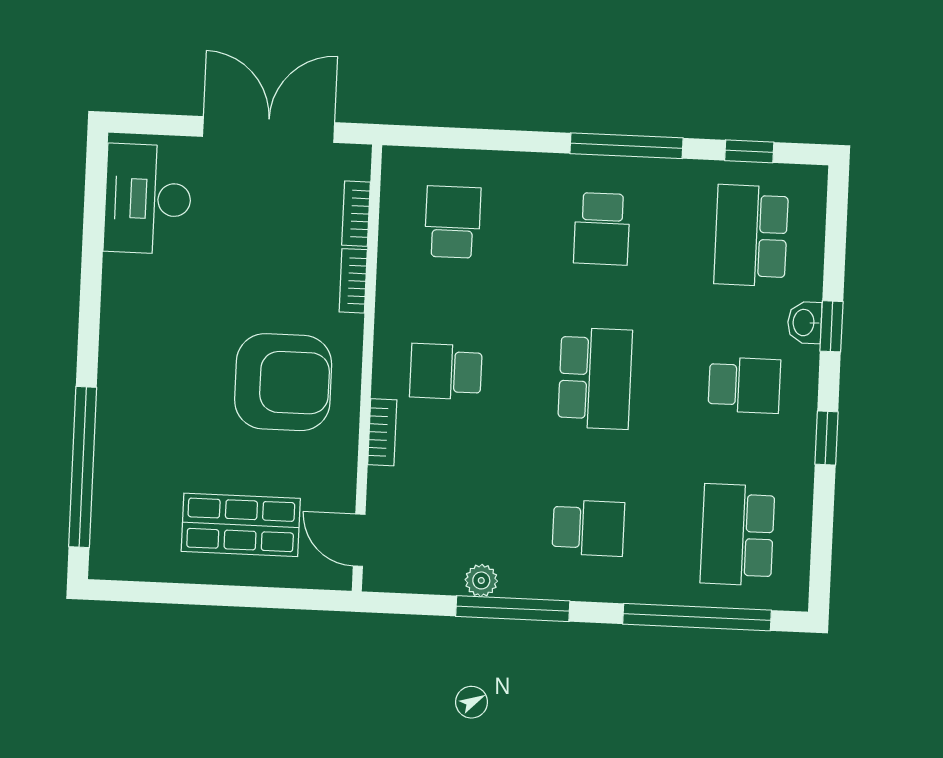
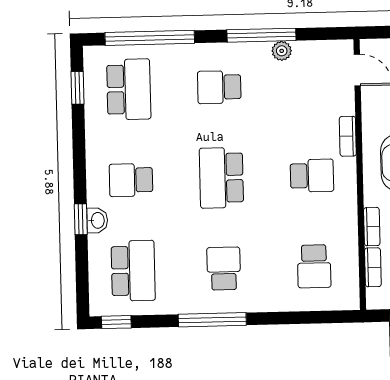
window: (749, 151) -> (116, 322), moved
window: (826, 438) -> (78, 88), moved

